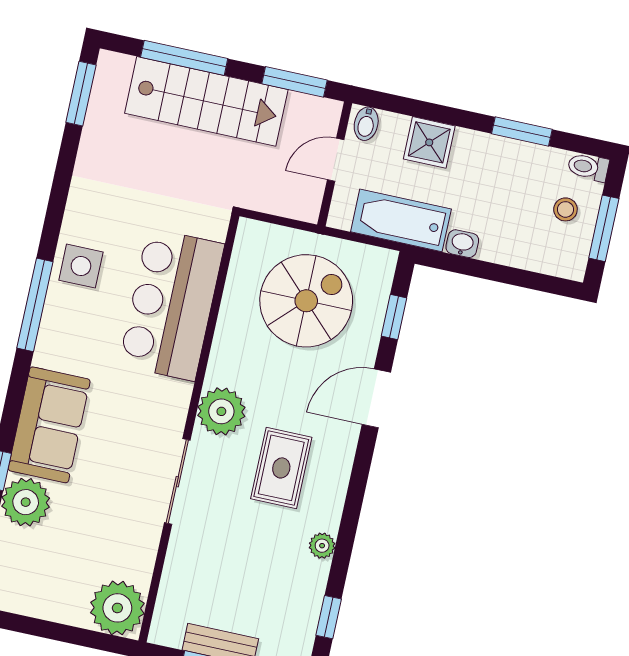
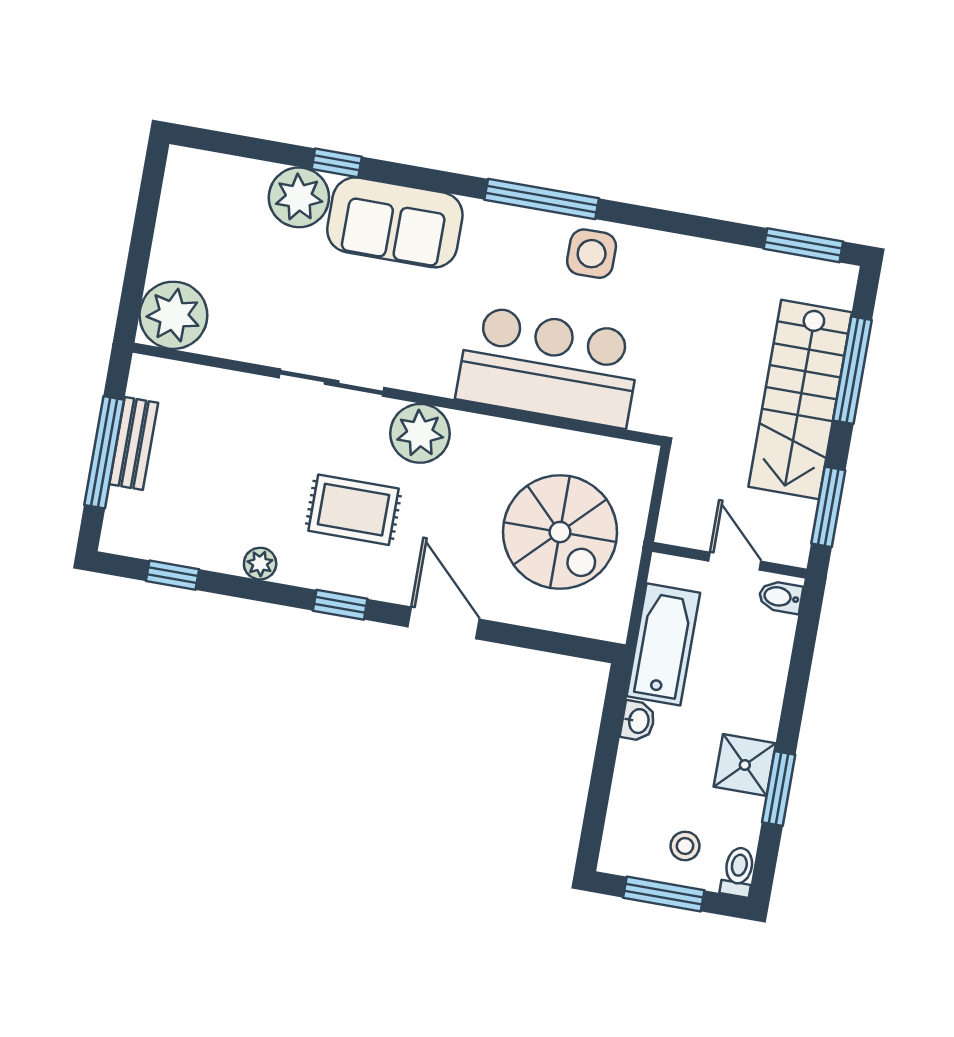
shower: (429, 142) -> (745, 765), moved
window: (394, 317) -> (340, 605), moved

